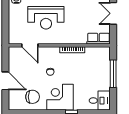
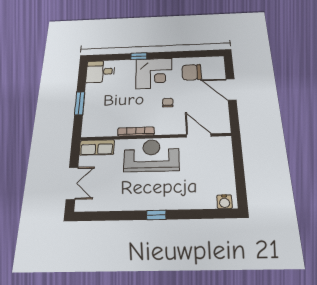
reception desk: (46, 18) -> (151, 155), moved
window: (113, 74) -> (80, 103), width x0.69

